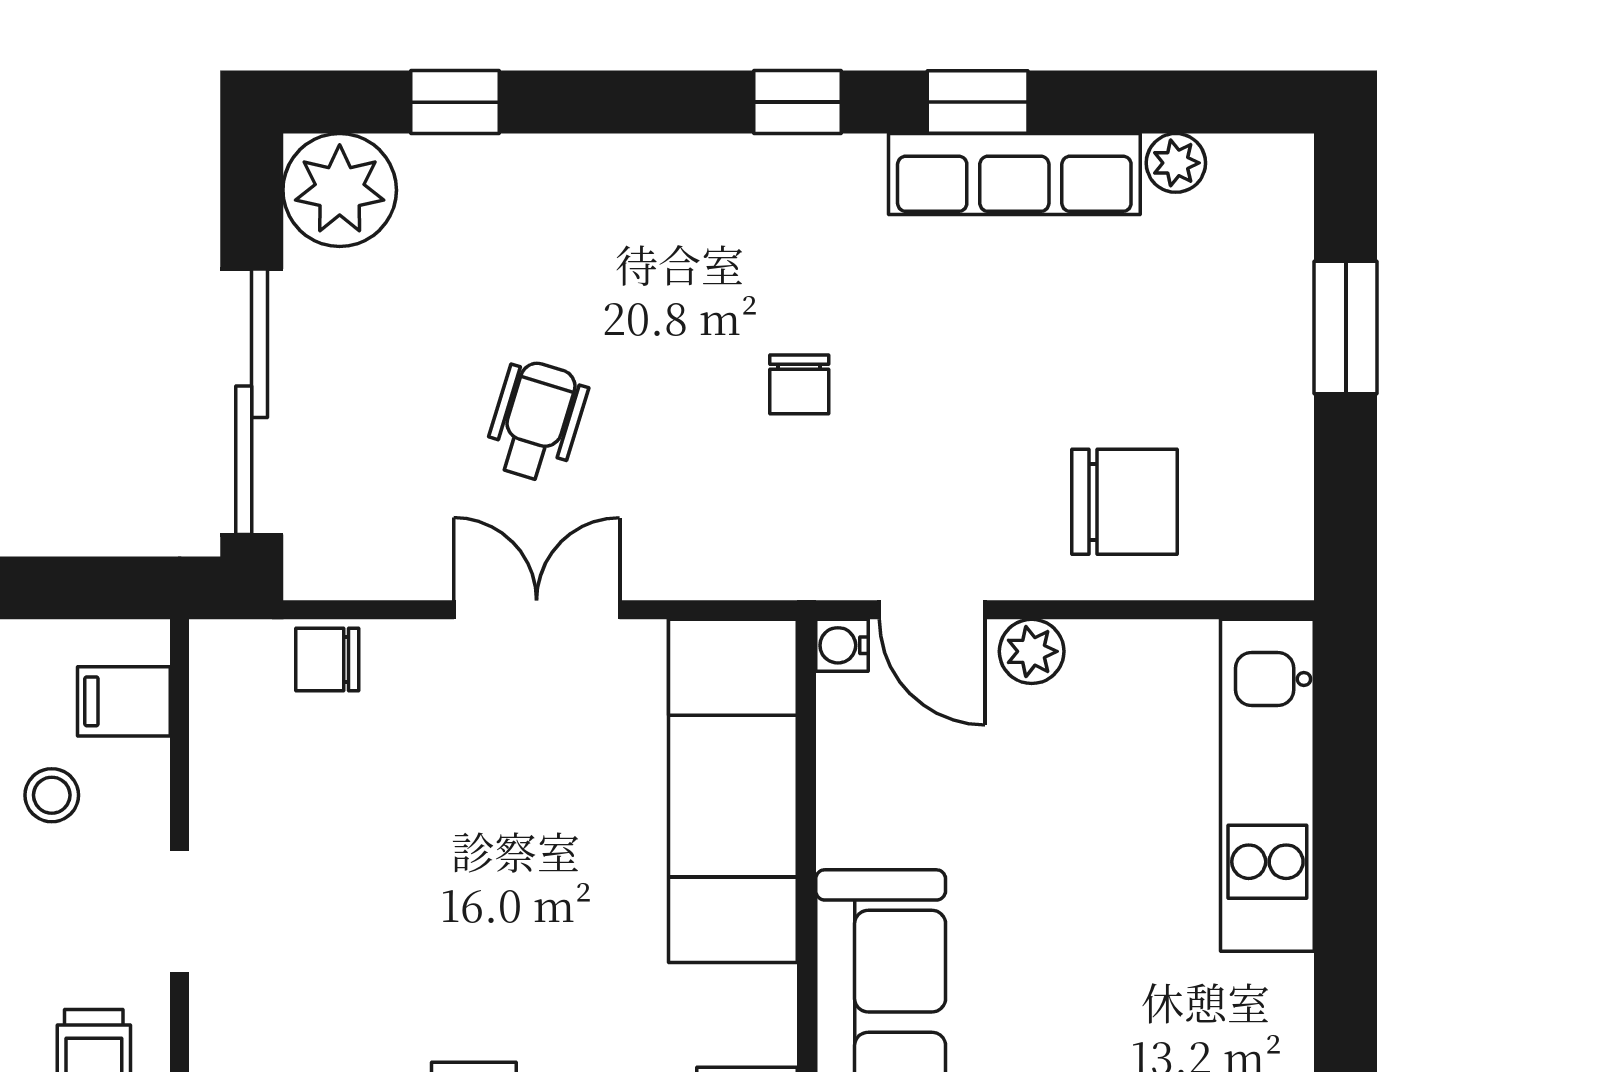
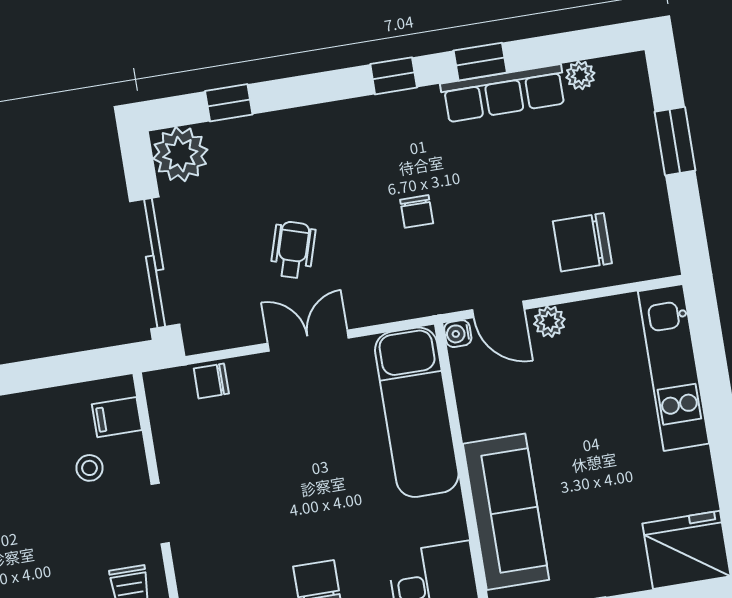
chair: (1125, 502) -> (582, 242), turned 180

